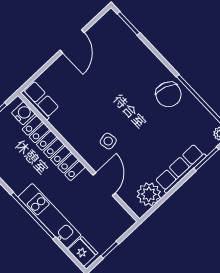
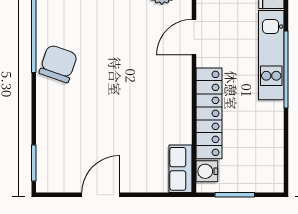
side table: (108, 141) -> (153, 73), removed

